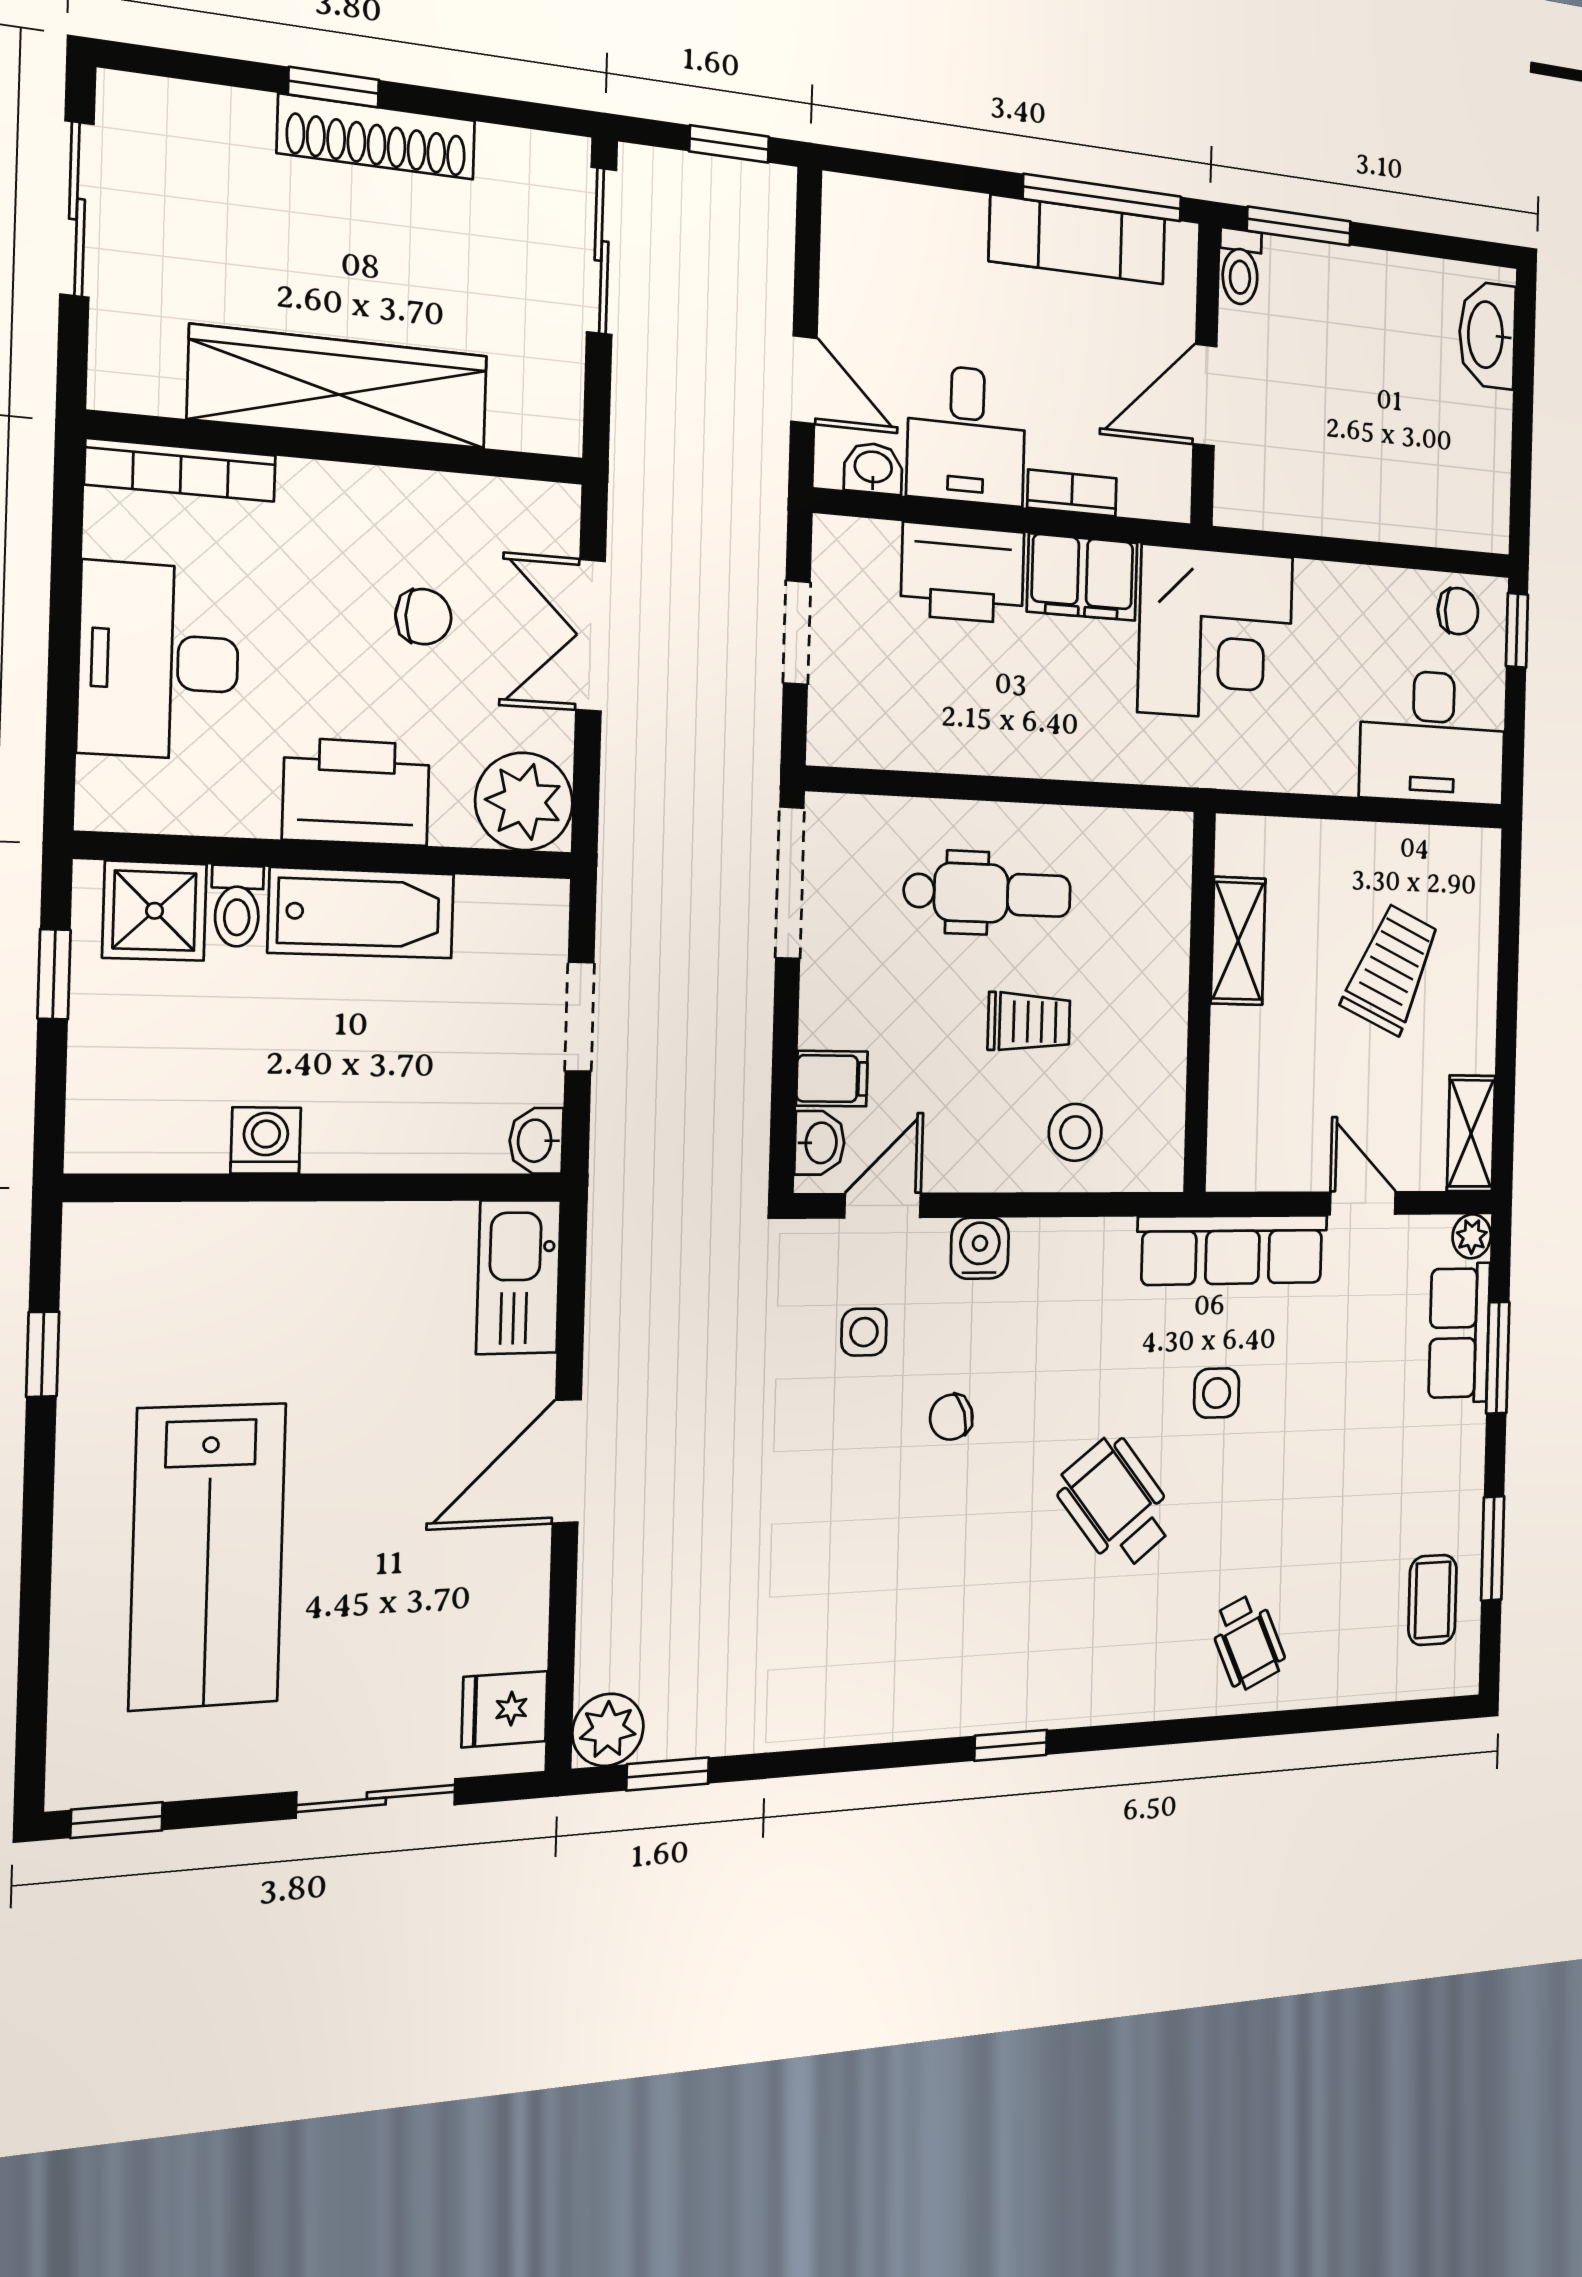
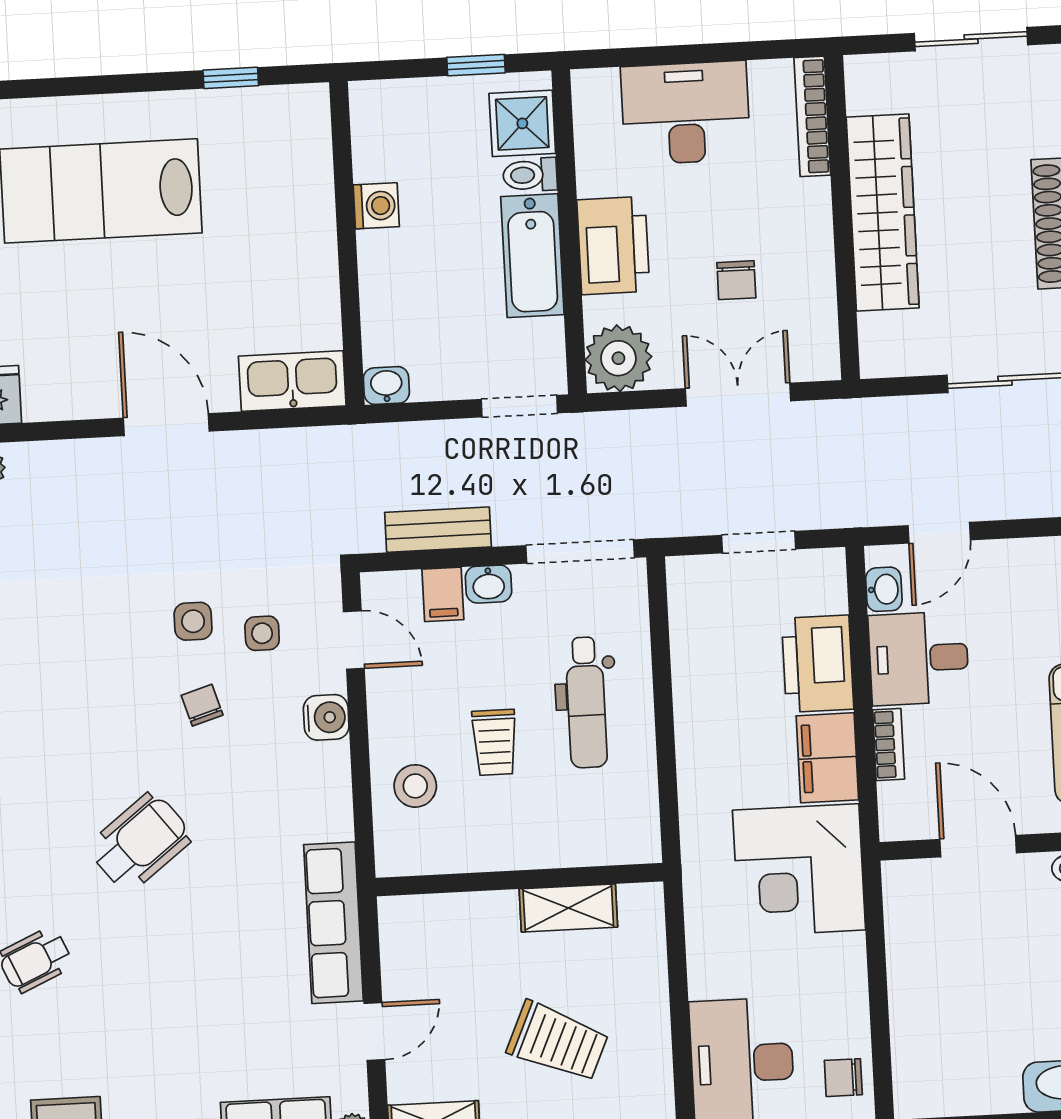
chair: (1458, 611) -> (843, 1078), turned 90
doorway: (580, 1017) -> (519, 406), moved
bench: (744, 1079) -> (438, 530), added
washbasin: (820, 1143) -> (489, 584), moved
side table: (1217, 1393) -> (193, 621), moved

